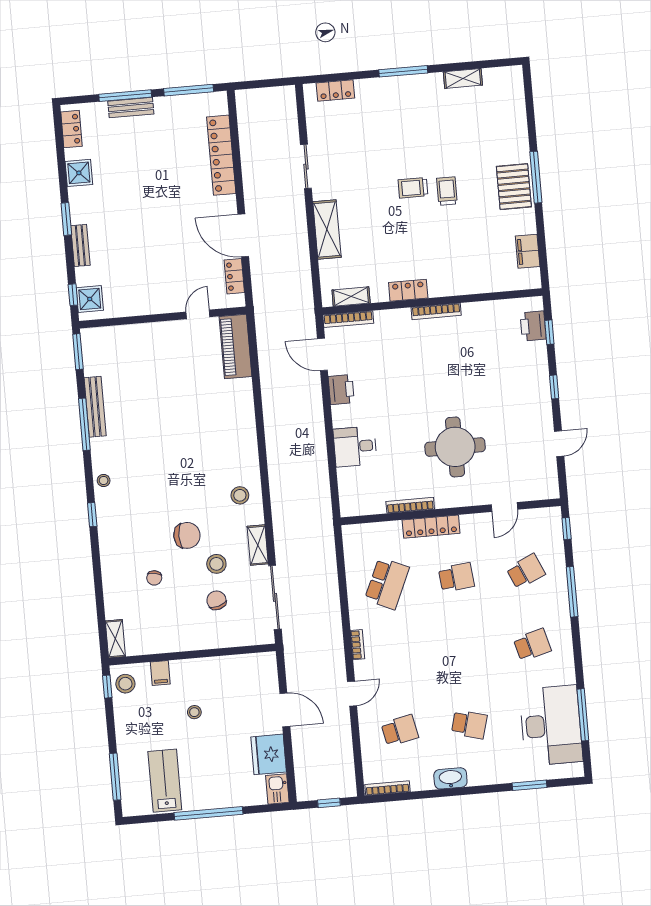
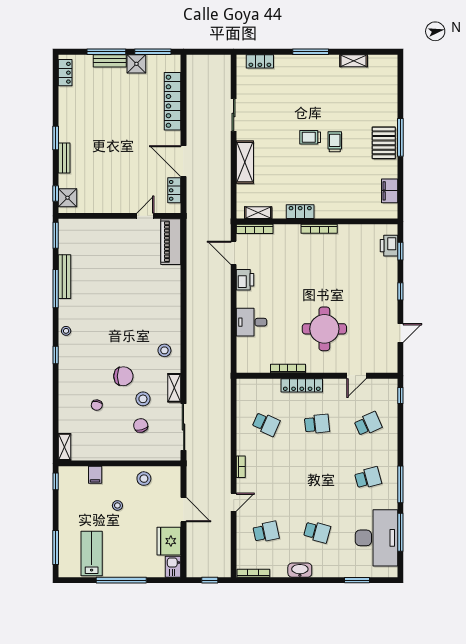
shower: (79, 173) -> (136, 64), moved
school desk: (387, 583) -> (266, 424), width x0.54
window: (572, 592) -> (400, 484), moved
stool: (125, 684) -> (144, 479), moved

